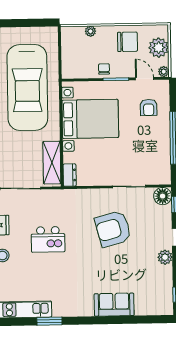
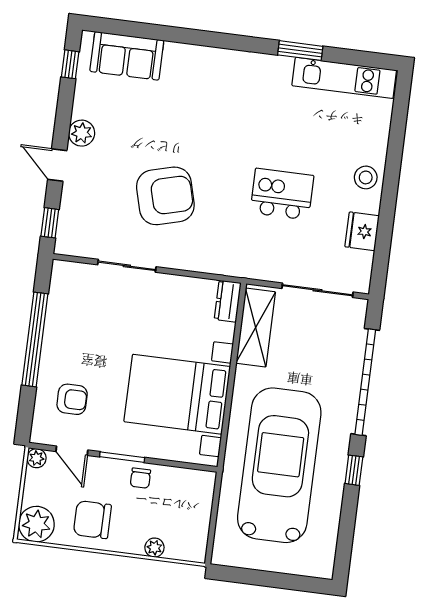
plant: (159, 48) -> (36, 524), moved
armchair: (149, 107) -> (72, 399), turned 90
floor lamp: (163, 196) -> (70, 241), removed
sofa: (114, 305) -> (127, 56), moved

